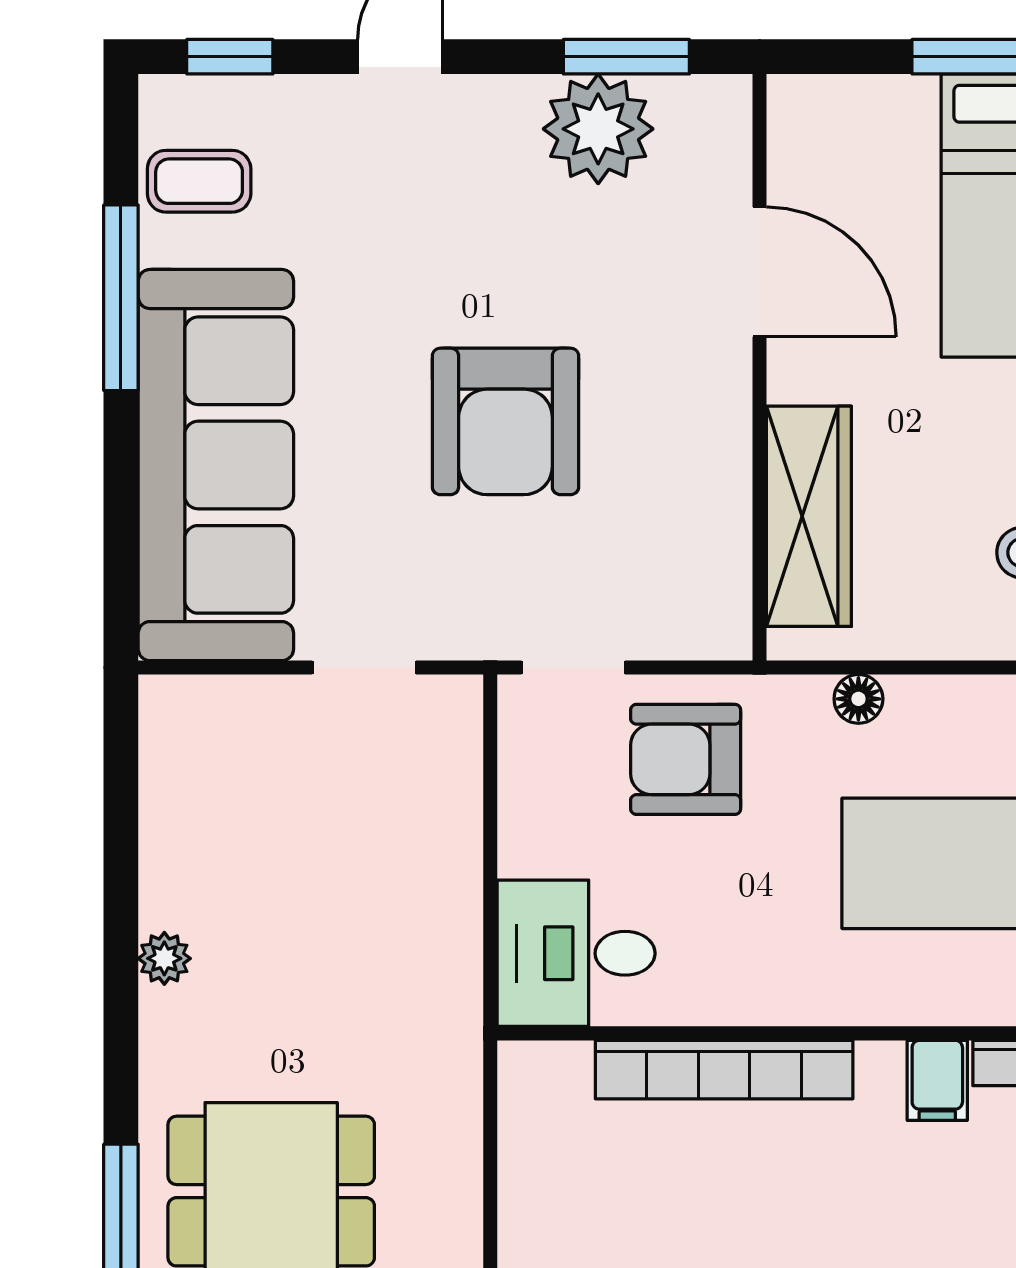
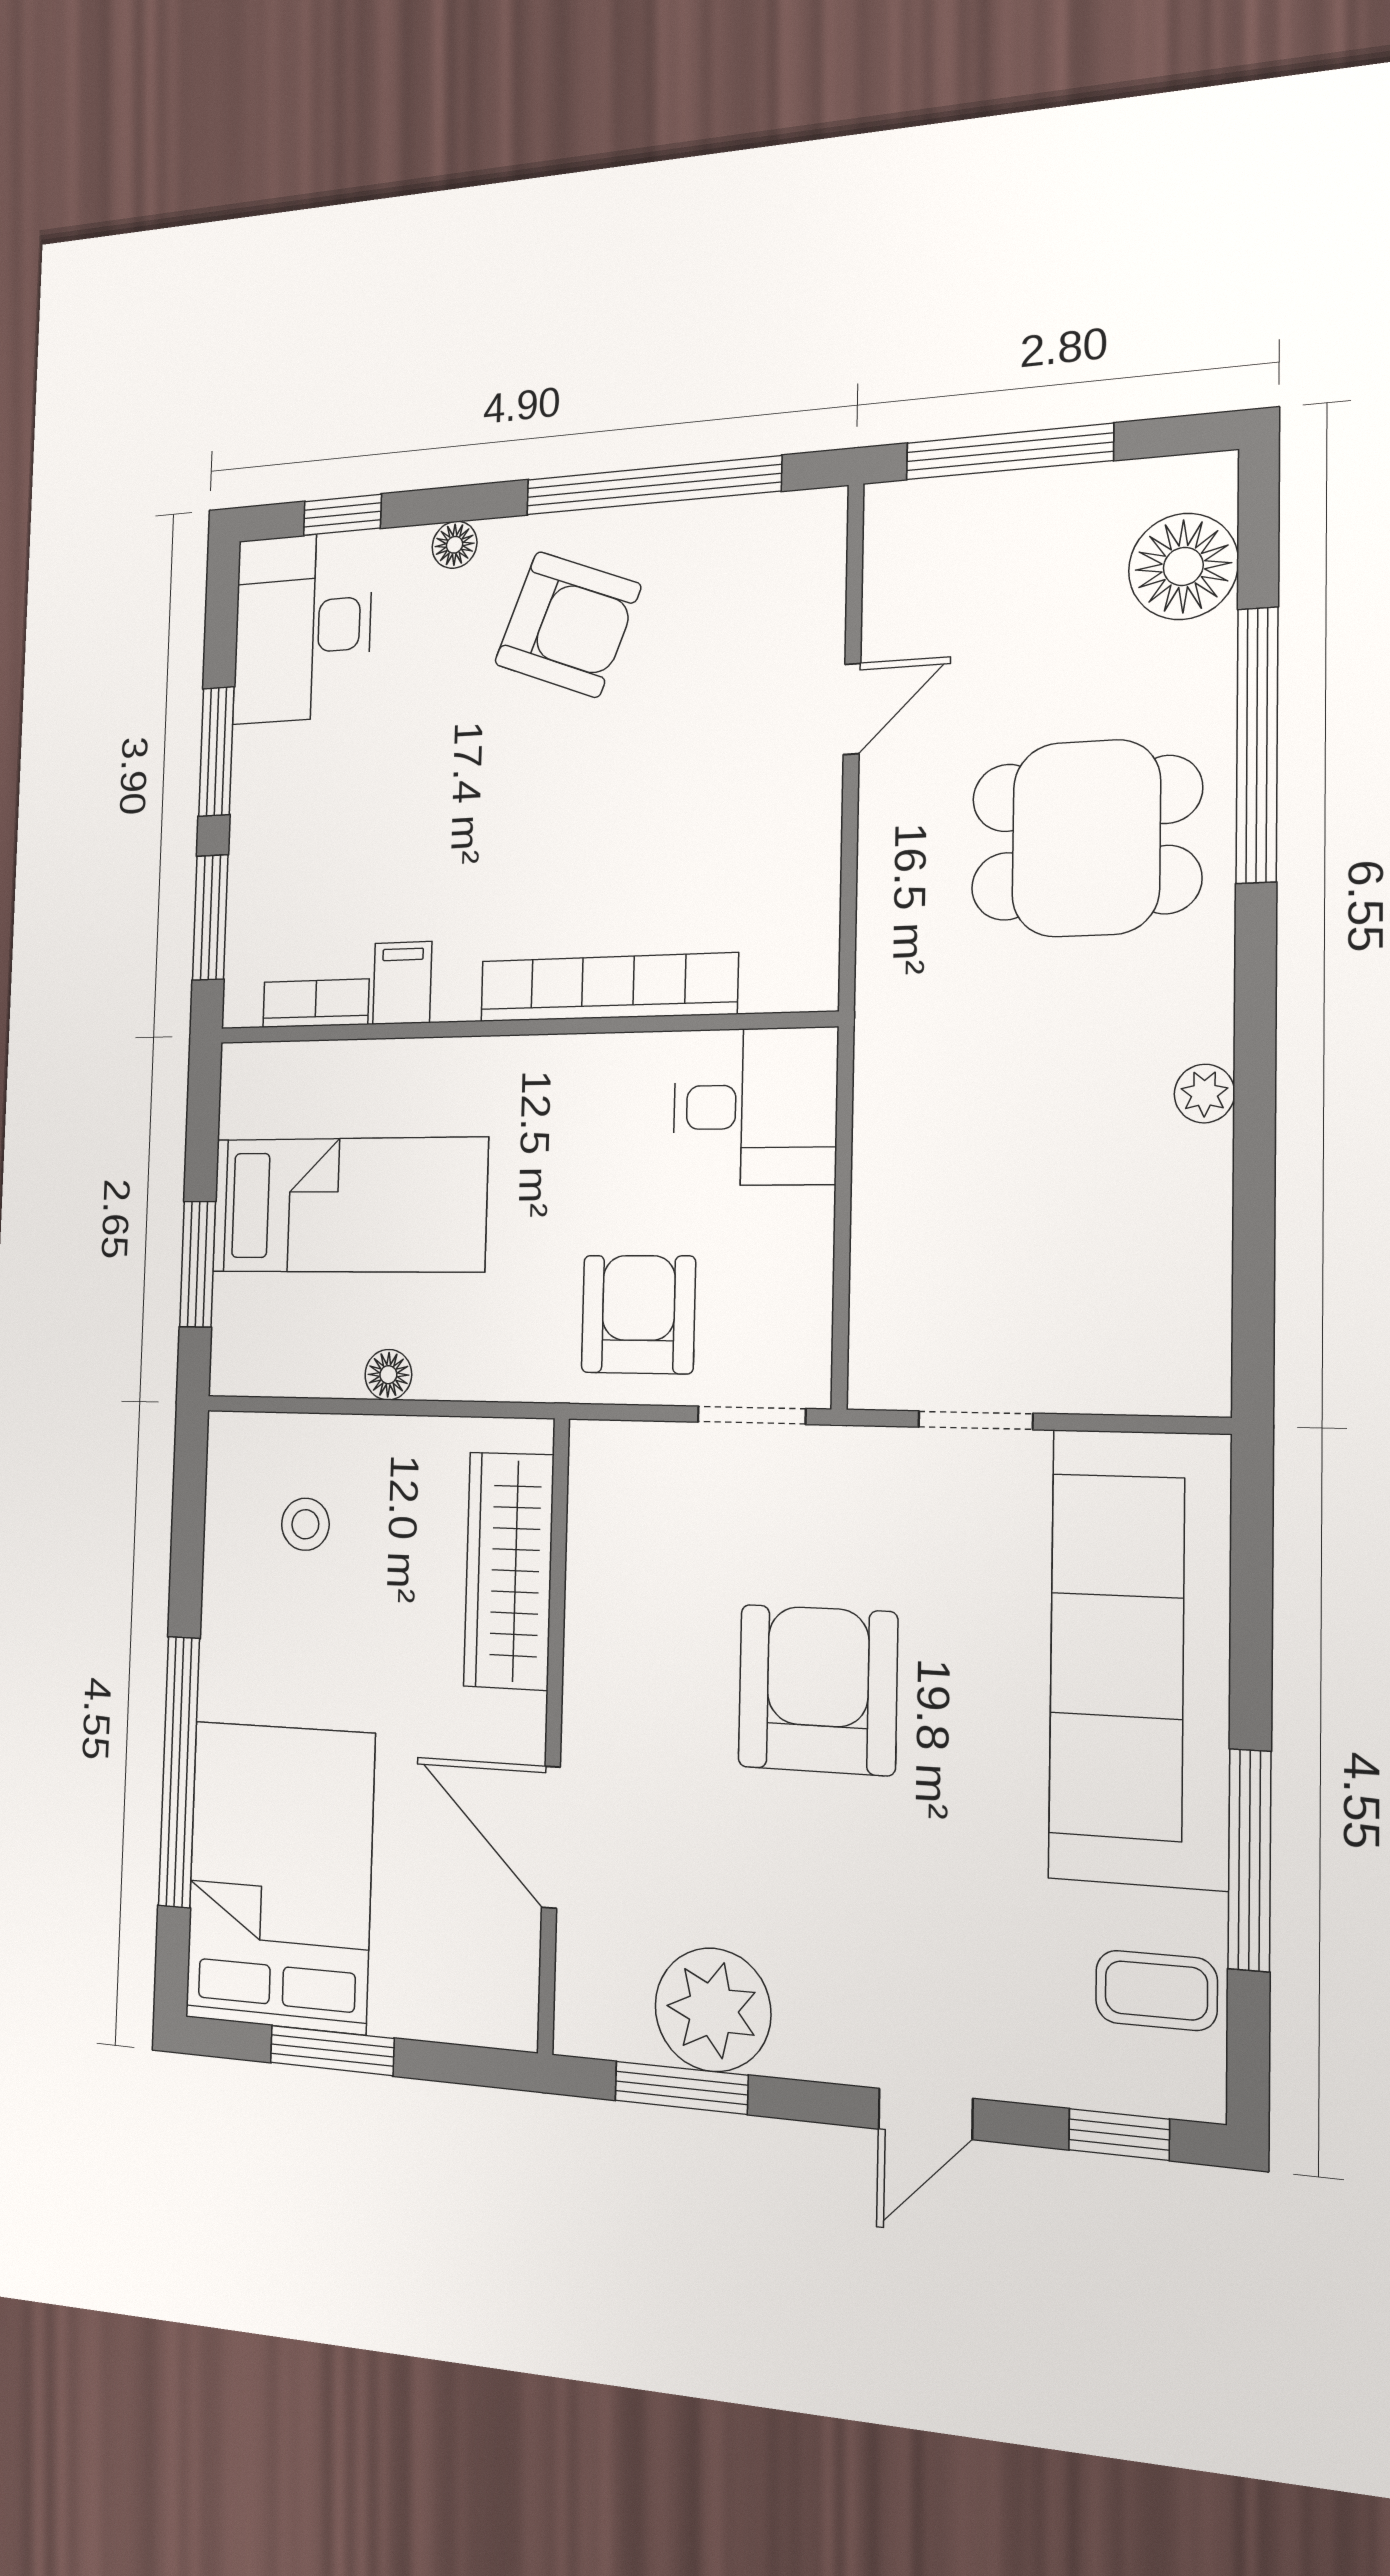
floor lamp: (858, 699) -> (388, 1375), moved
armchair: (686, 759) -> (638, 1314), turned -90

